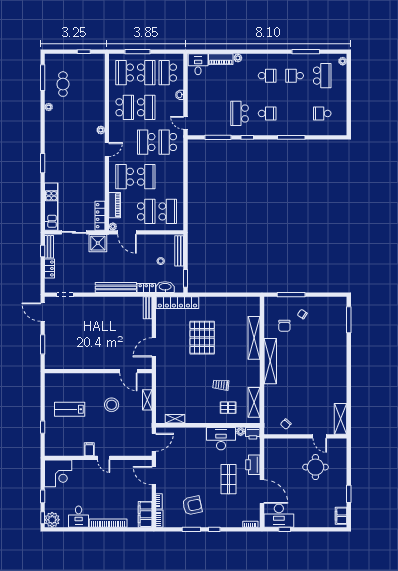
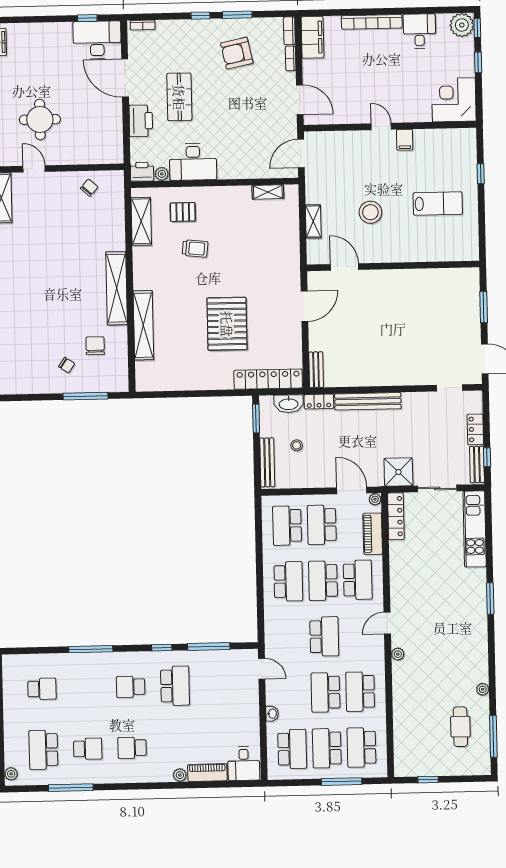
school desk: (125, 73) -> (361, 747), turned 180
school desk: (168, 142) -> (288, 581), moved

